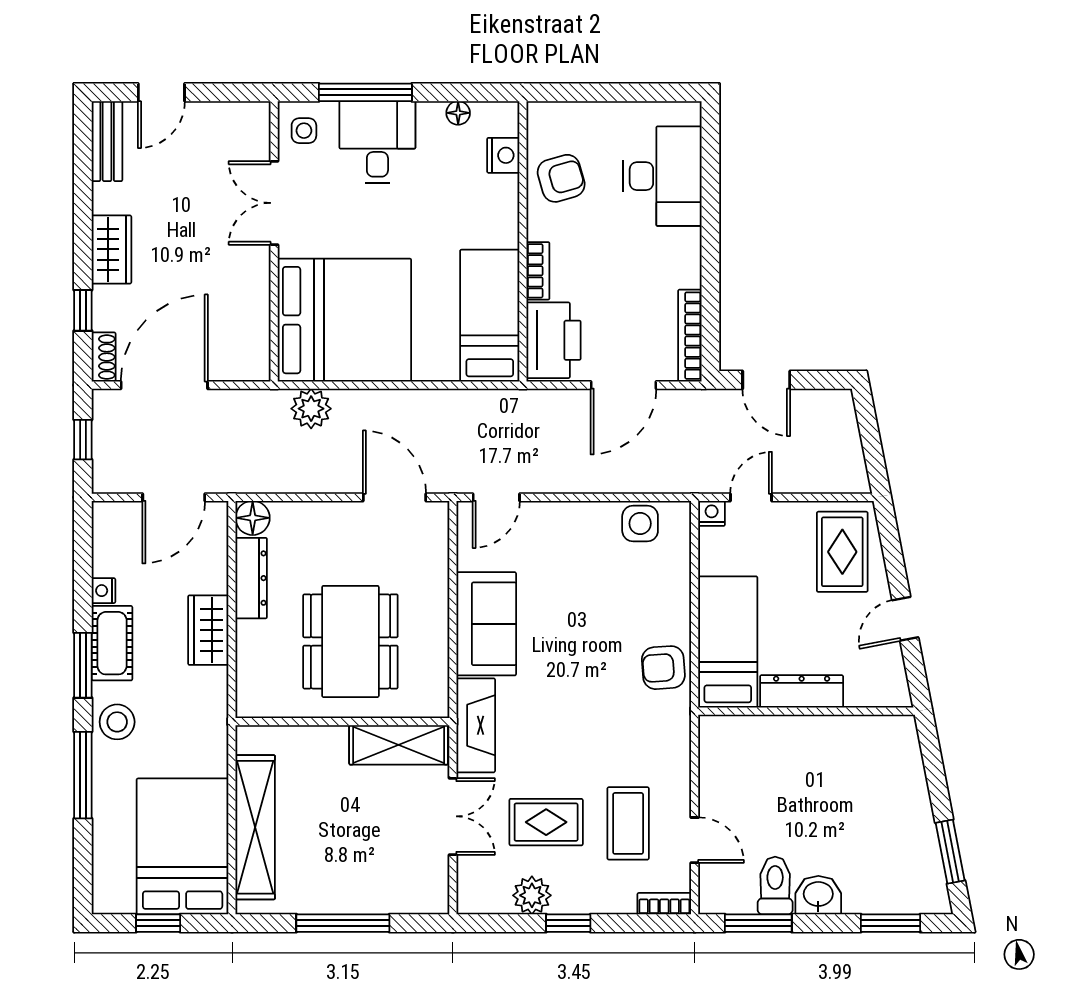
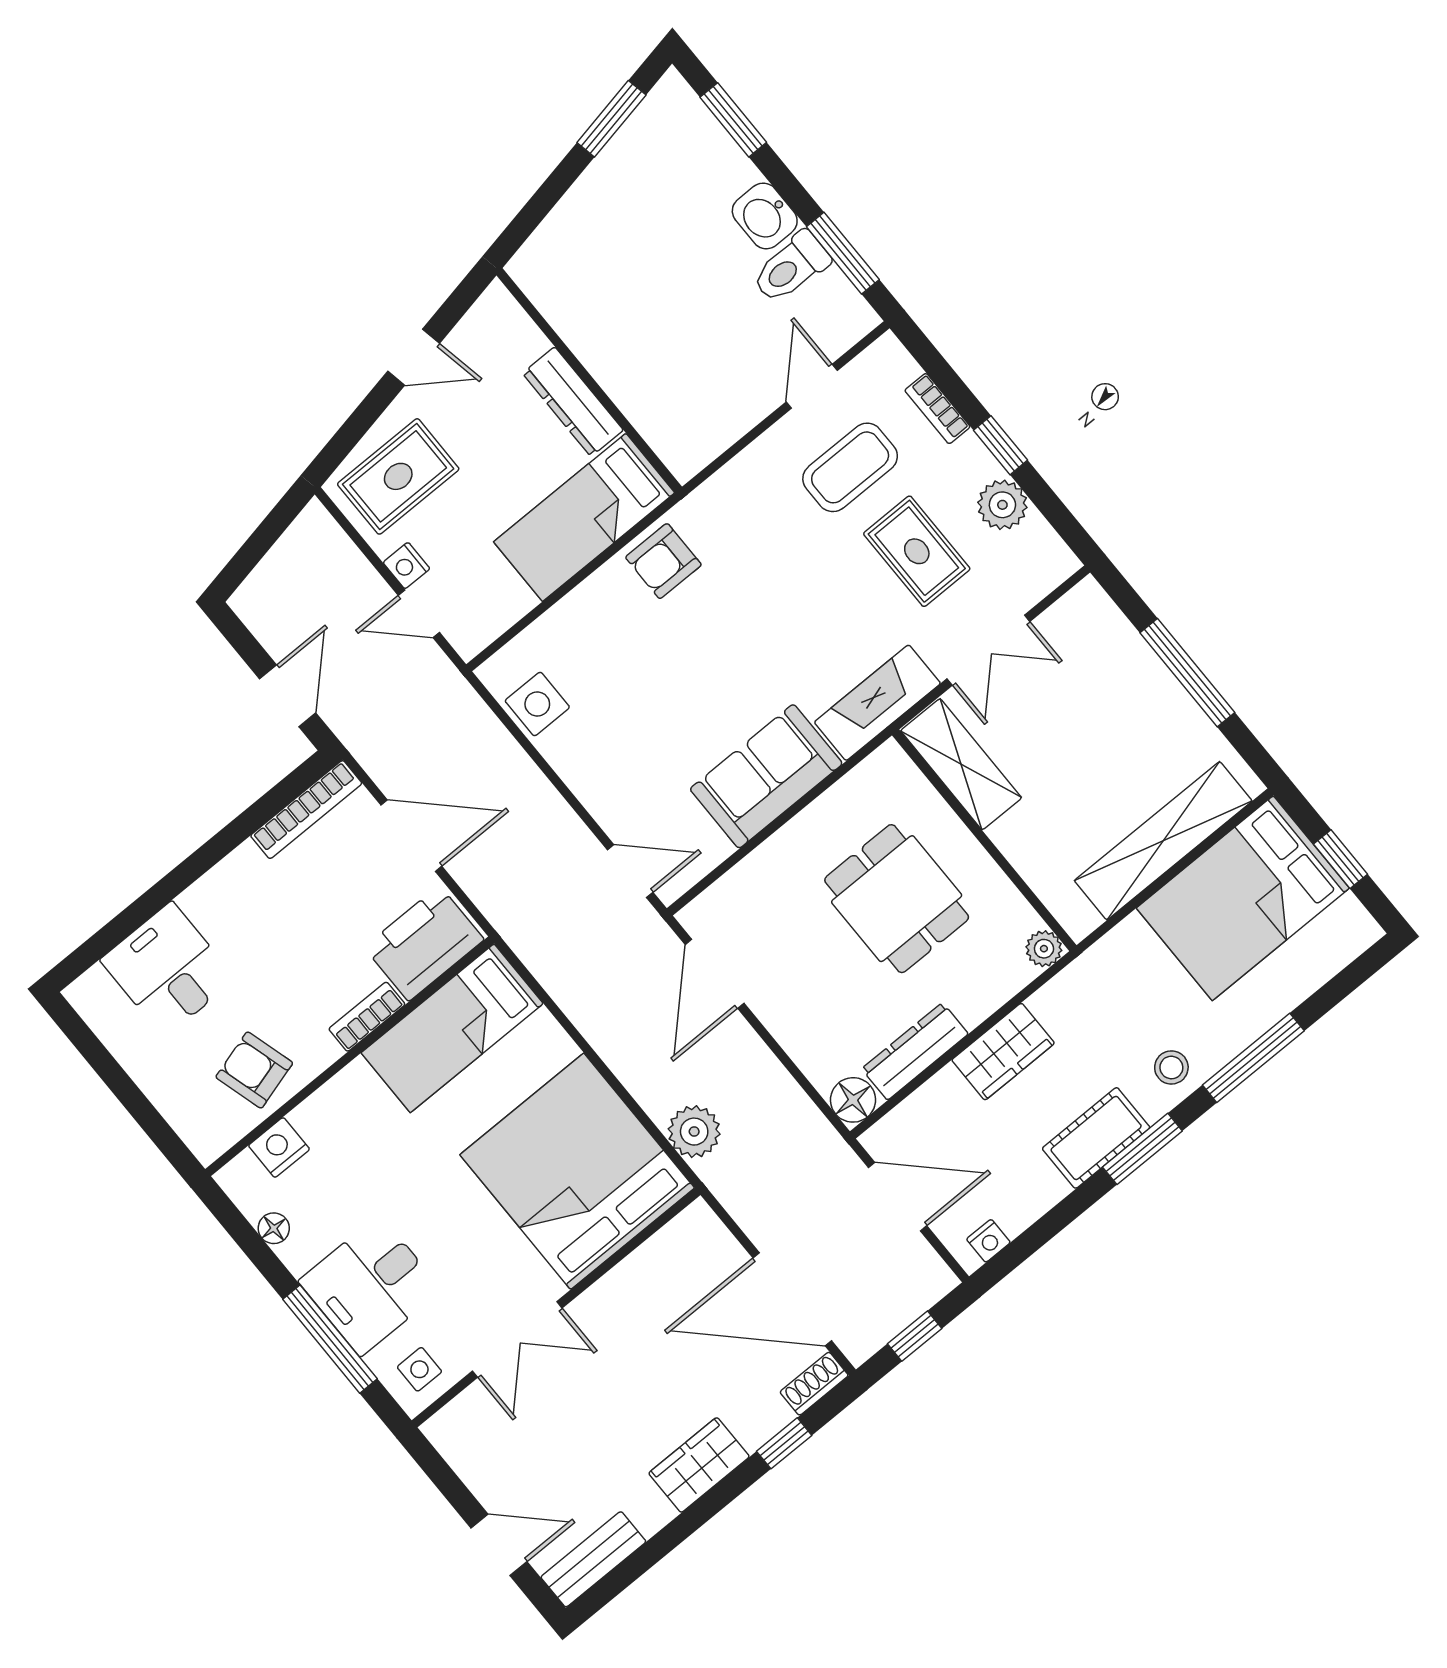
desk: (663, 176) -> (168, 969), width x0.73
nightstand: (712, 513) -> (406, 566), moved
nightstand: (104, 591) -> (988, 1241), moved
dining table: (350, 641) -> (897, 899), width x0.73
armchair: (663, 668) -> (663, 561), turned 94
plant: (249, 704) -> (1044, 949), added
stool: (117, 722) -> (1171, 1067), width x0.73, depth x0.73
double door: (453, 816) -> (988, 650), swing flipped
bookcase: (664, 904) -> (937, 409), moved

